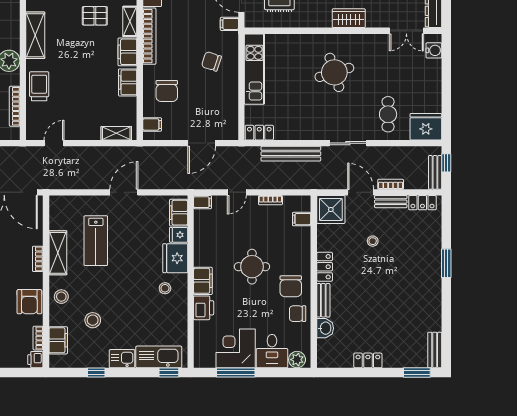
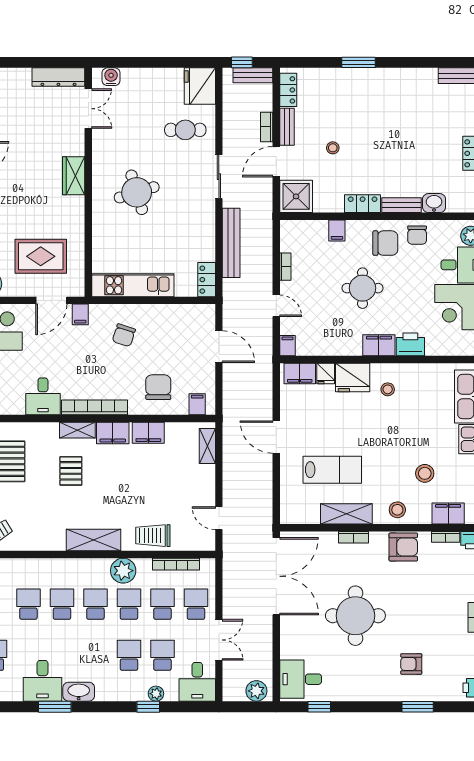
chair: (167, 91) -> (158, 387), turned -90
filing cabinet: (302, 219) -> (337, 230), moved

